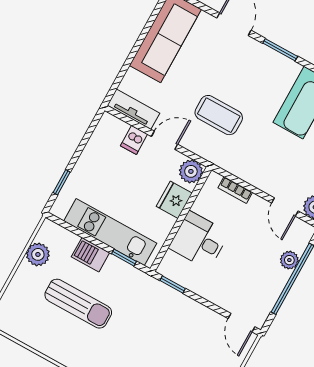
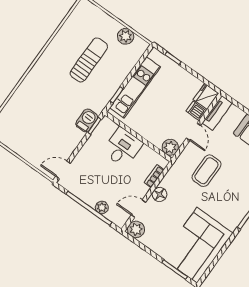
floor lamp: (261, 179) -> (160, 194), added
fridge: (174, 200) -> (206, 96), moved, turned -90
barbecue: (90, 255) -> (87, 120), moved
sun lounger: (78, 304) -> (89, 60), turned 180

